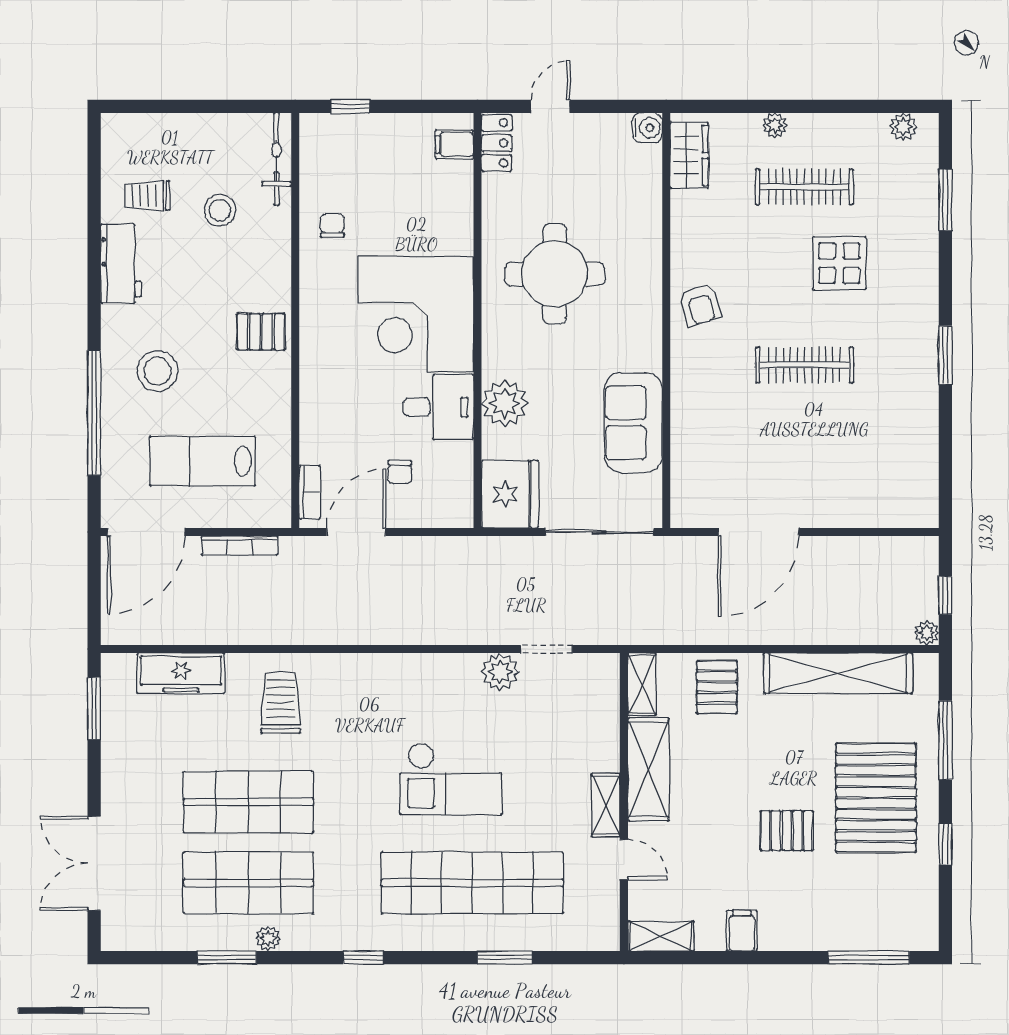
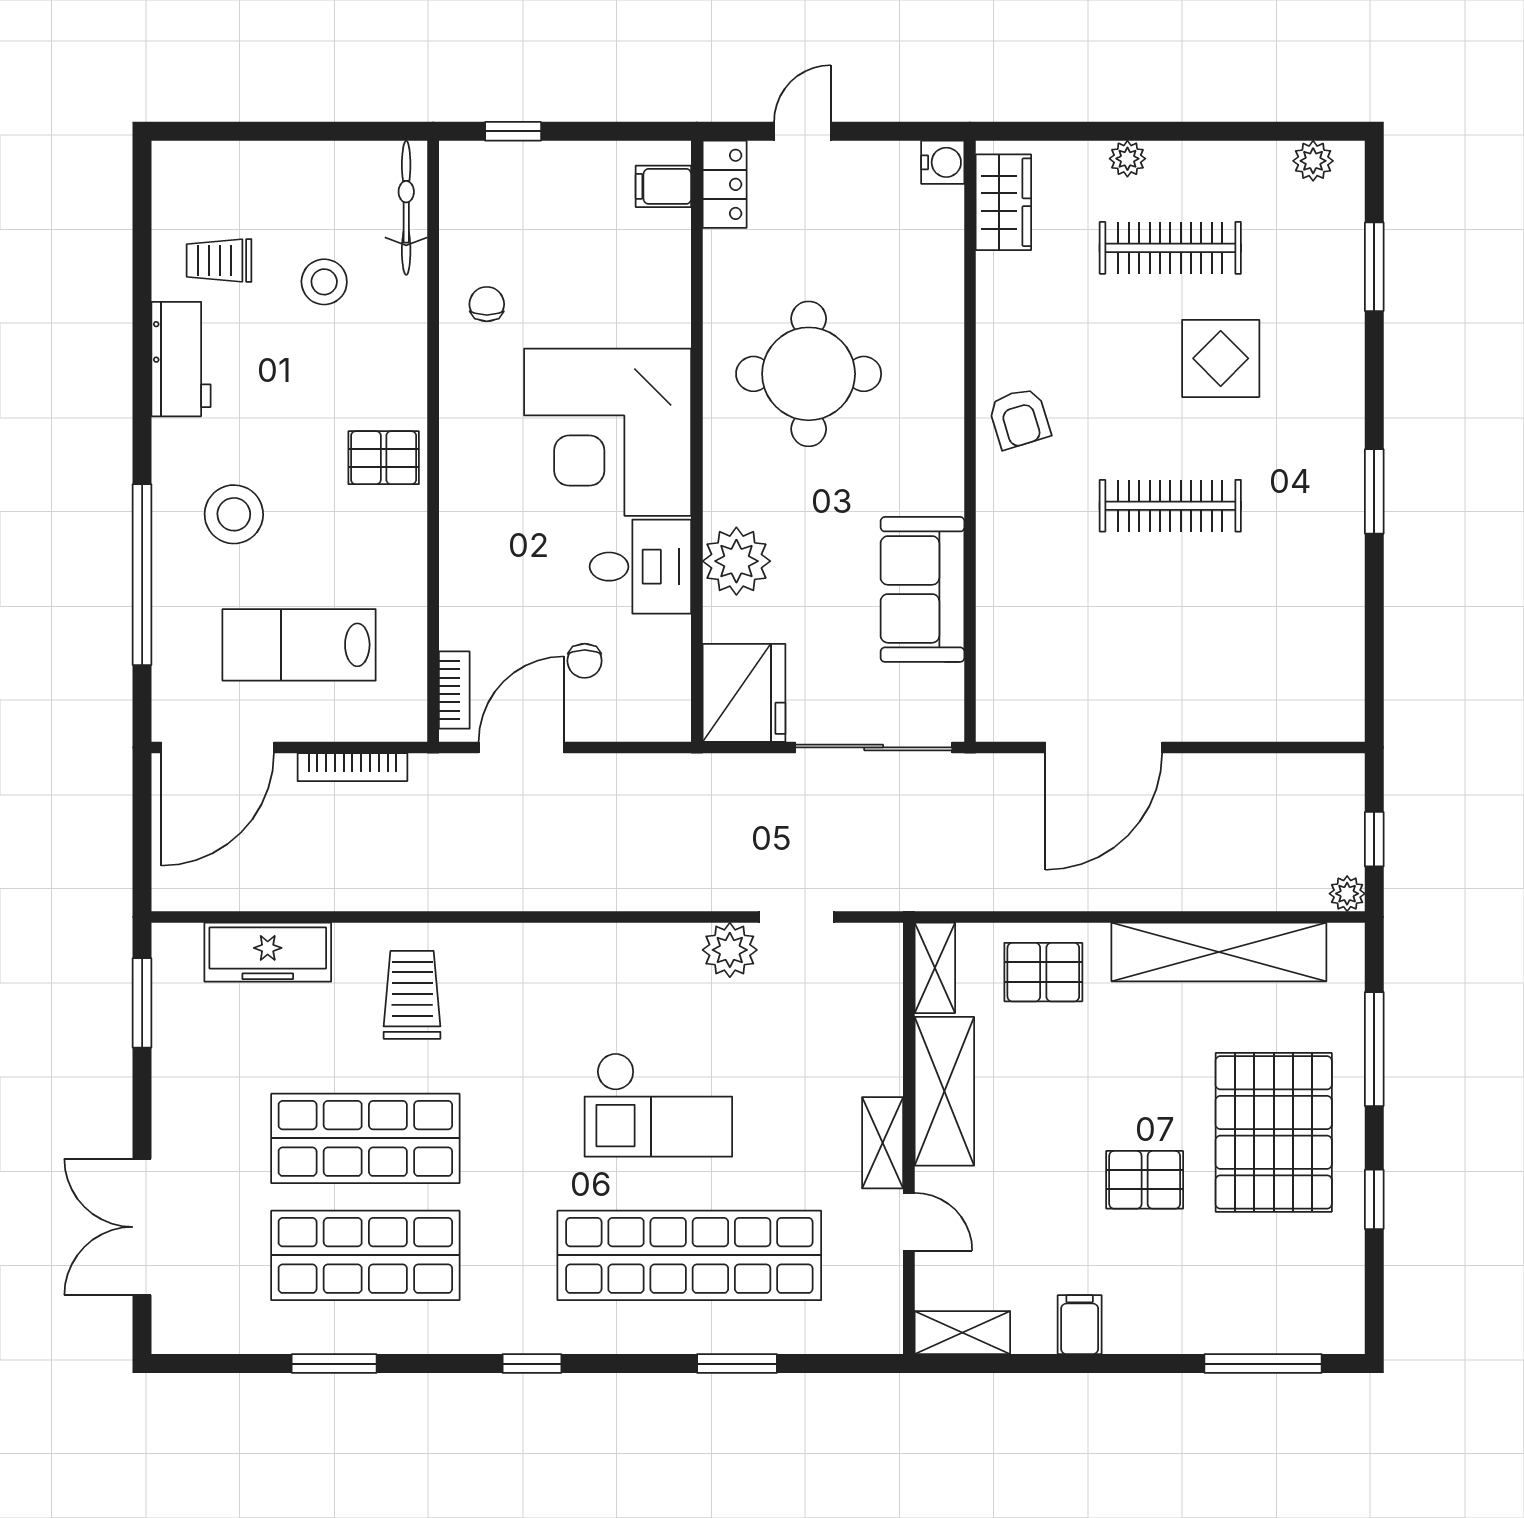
pallet: (717, 687) -> (1043, 972), turned 90
plant: (268, 939) -> (394, 1336), removed

